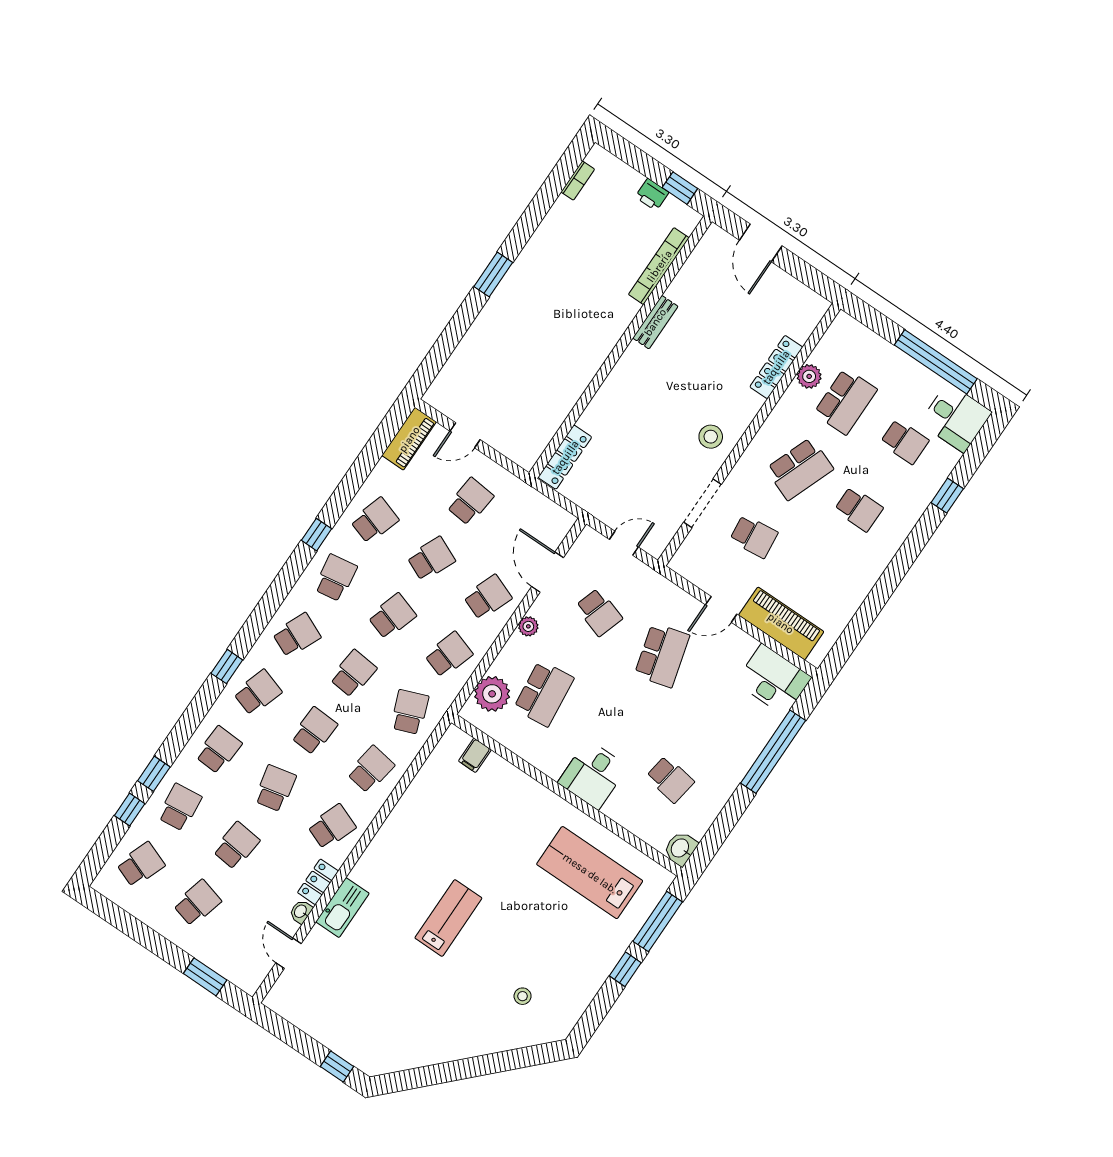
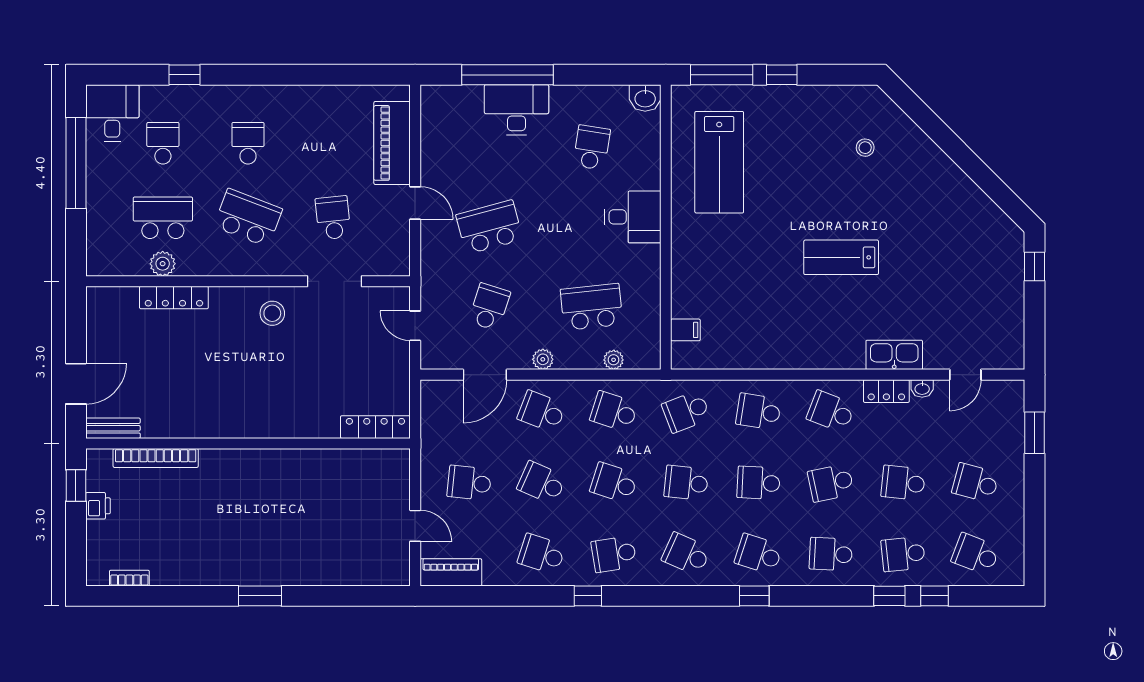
bench: (655, 322) -> (113, 428), moved
desk: (773, 680) -> (517, 110), moved, turned 90
plant: (492, 694) -> (614, 360), width x0.53, depth x0.53

